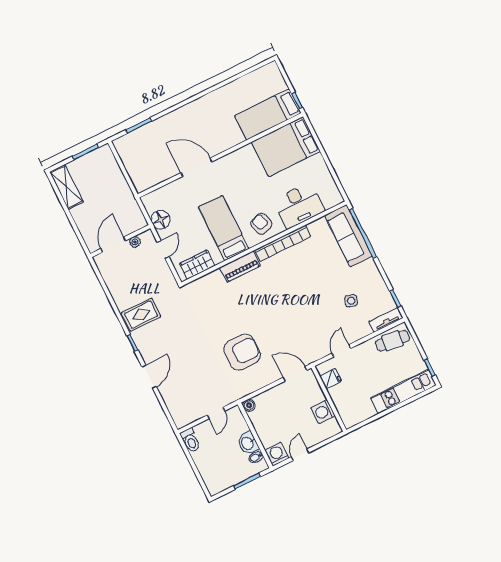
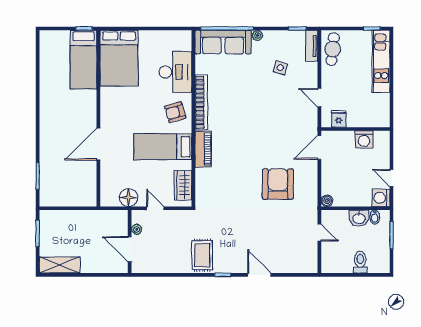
plant: (370, 265) -> (258, 36), added
toilet: (190, 440) -> (360, 262), moved, turned -90

